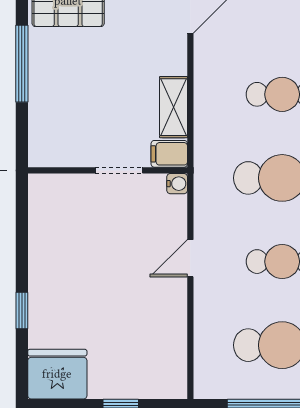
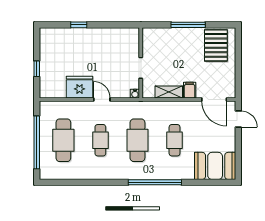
filing cabinet: (169, 154) -> (190, 90), moved
fridge: (57, 374) -> (80, 87), moved, turned -90

